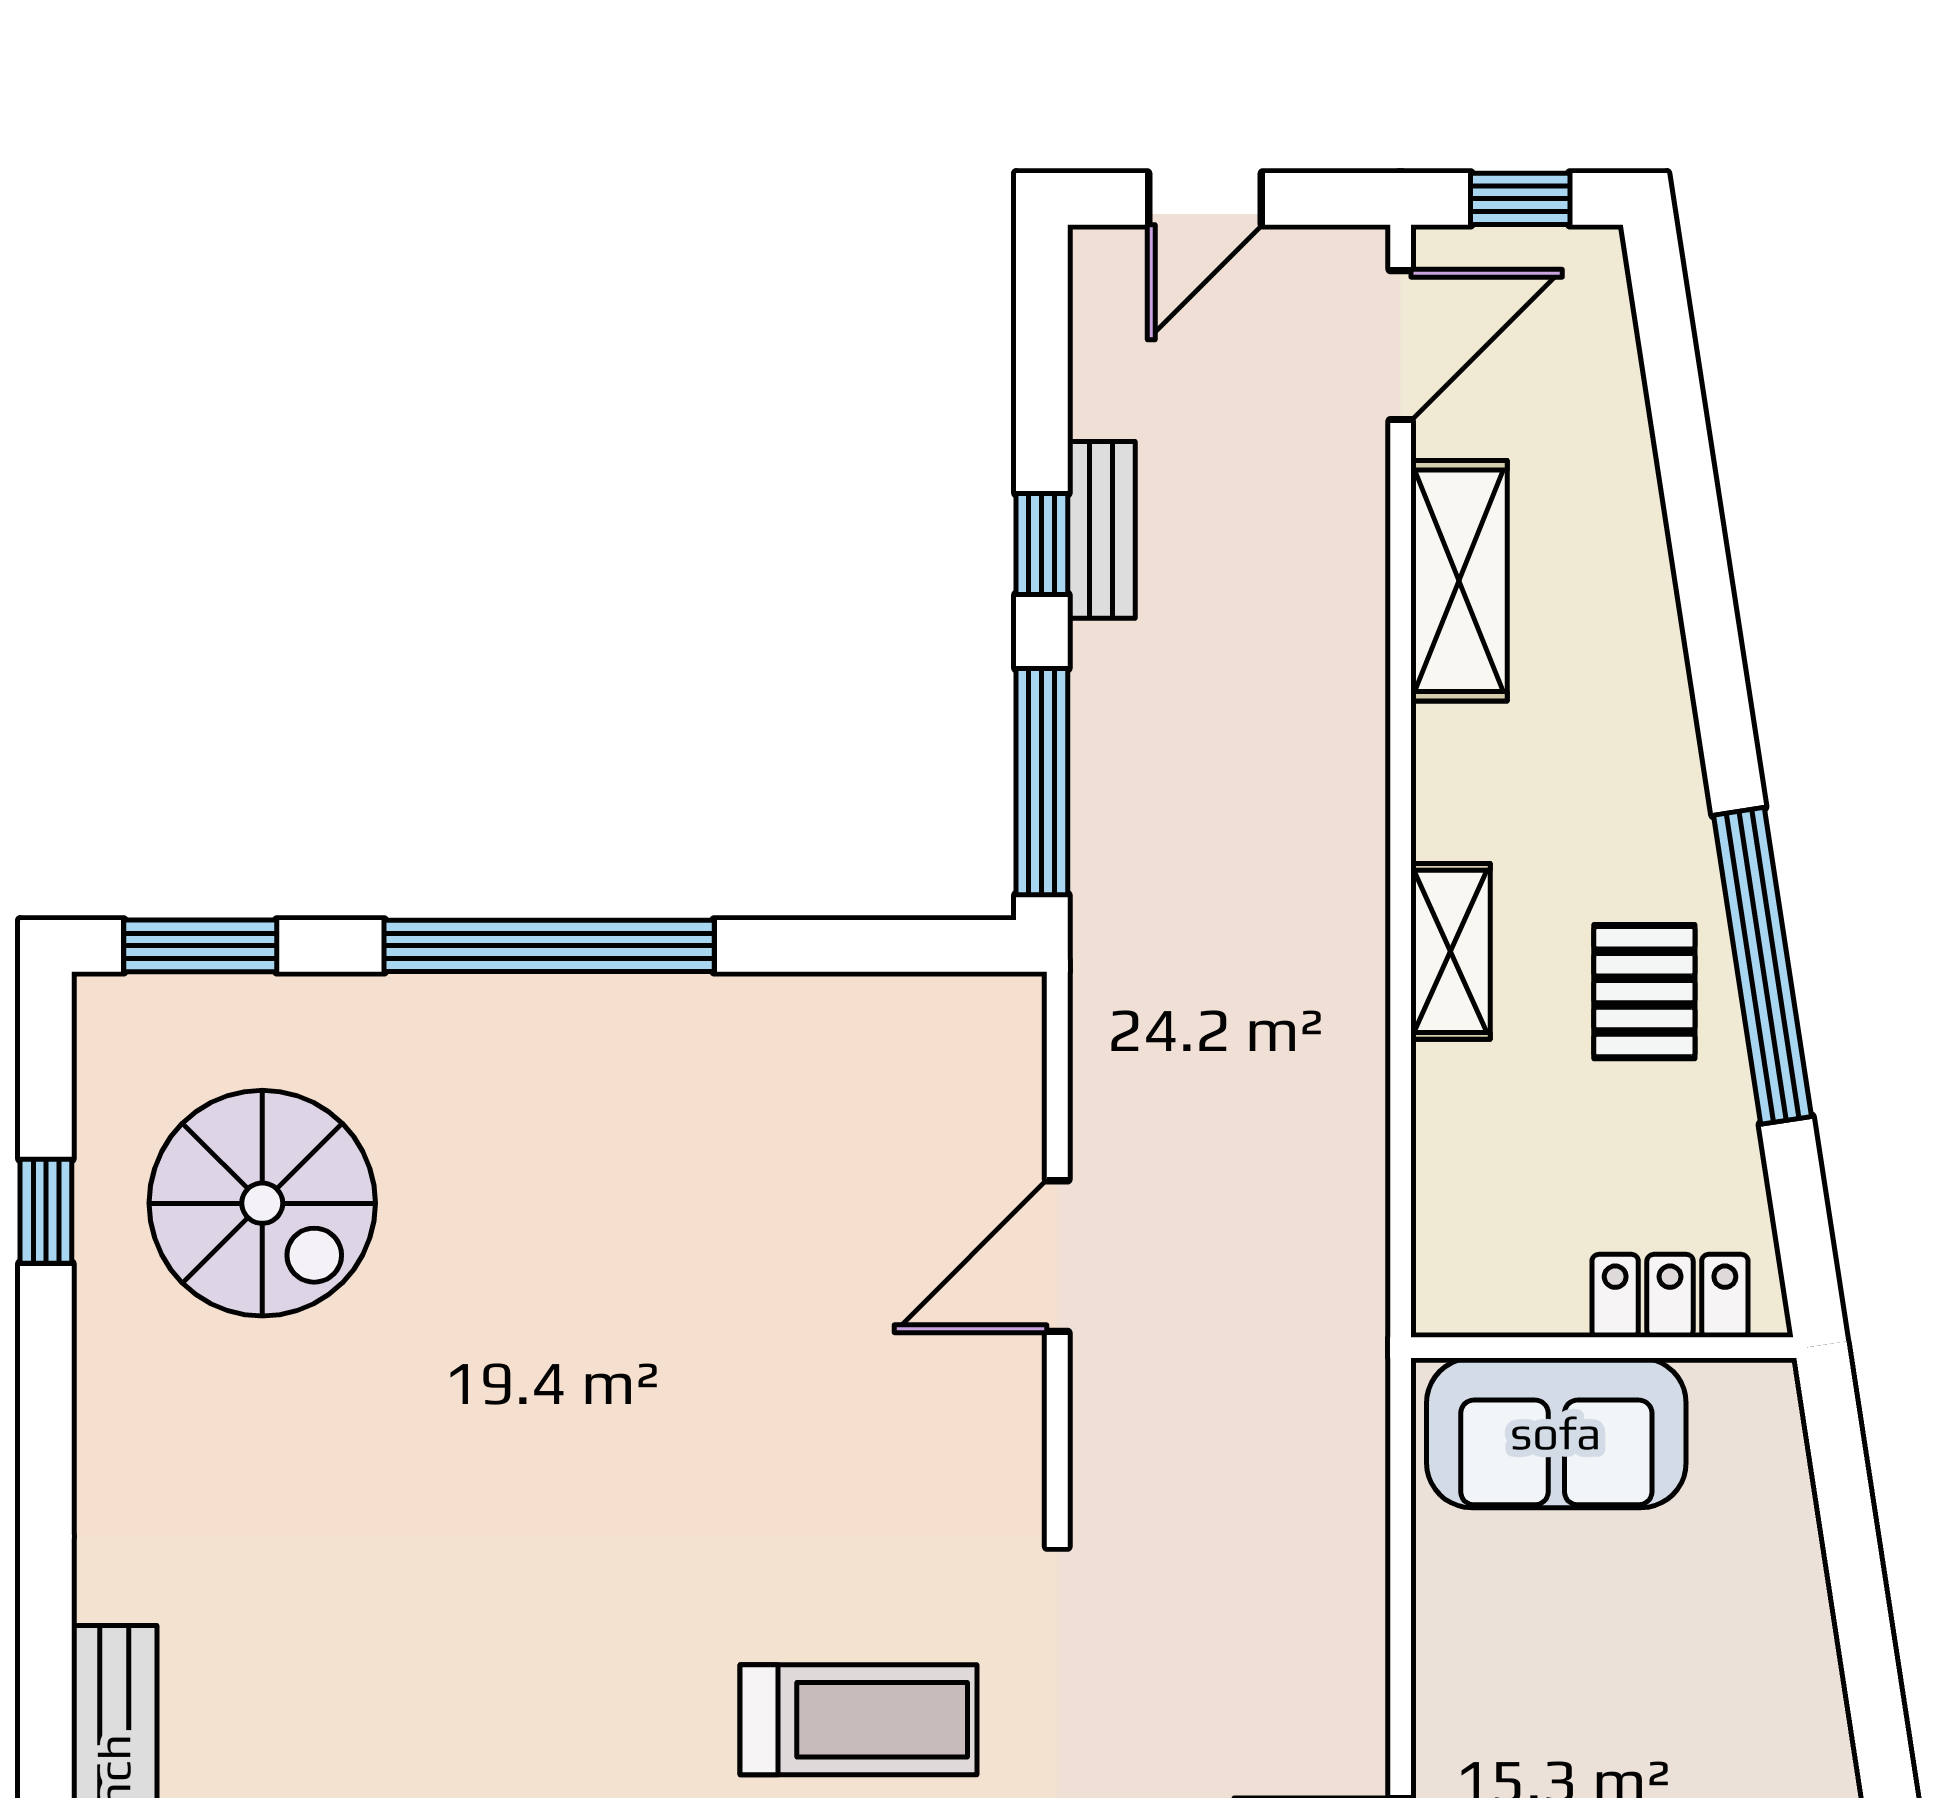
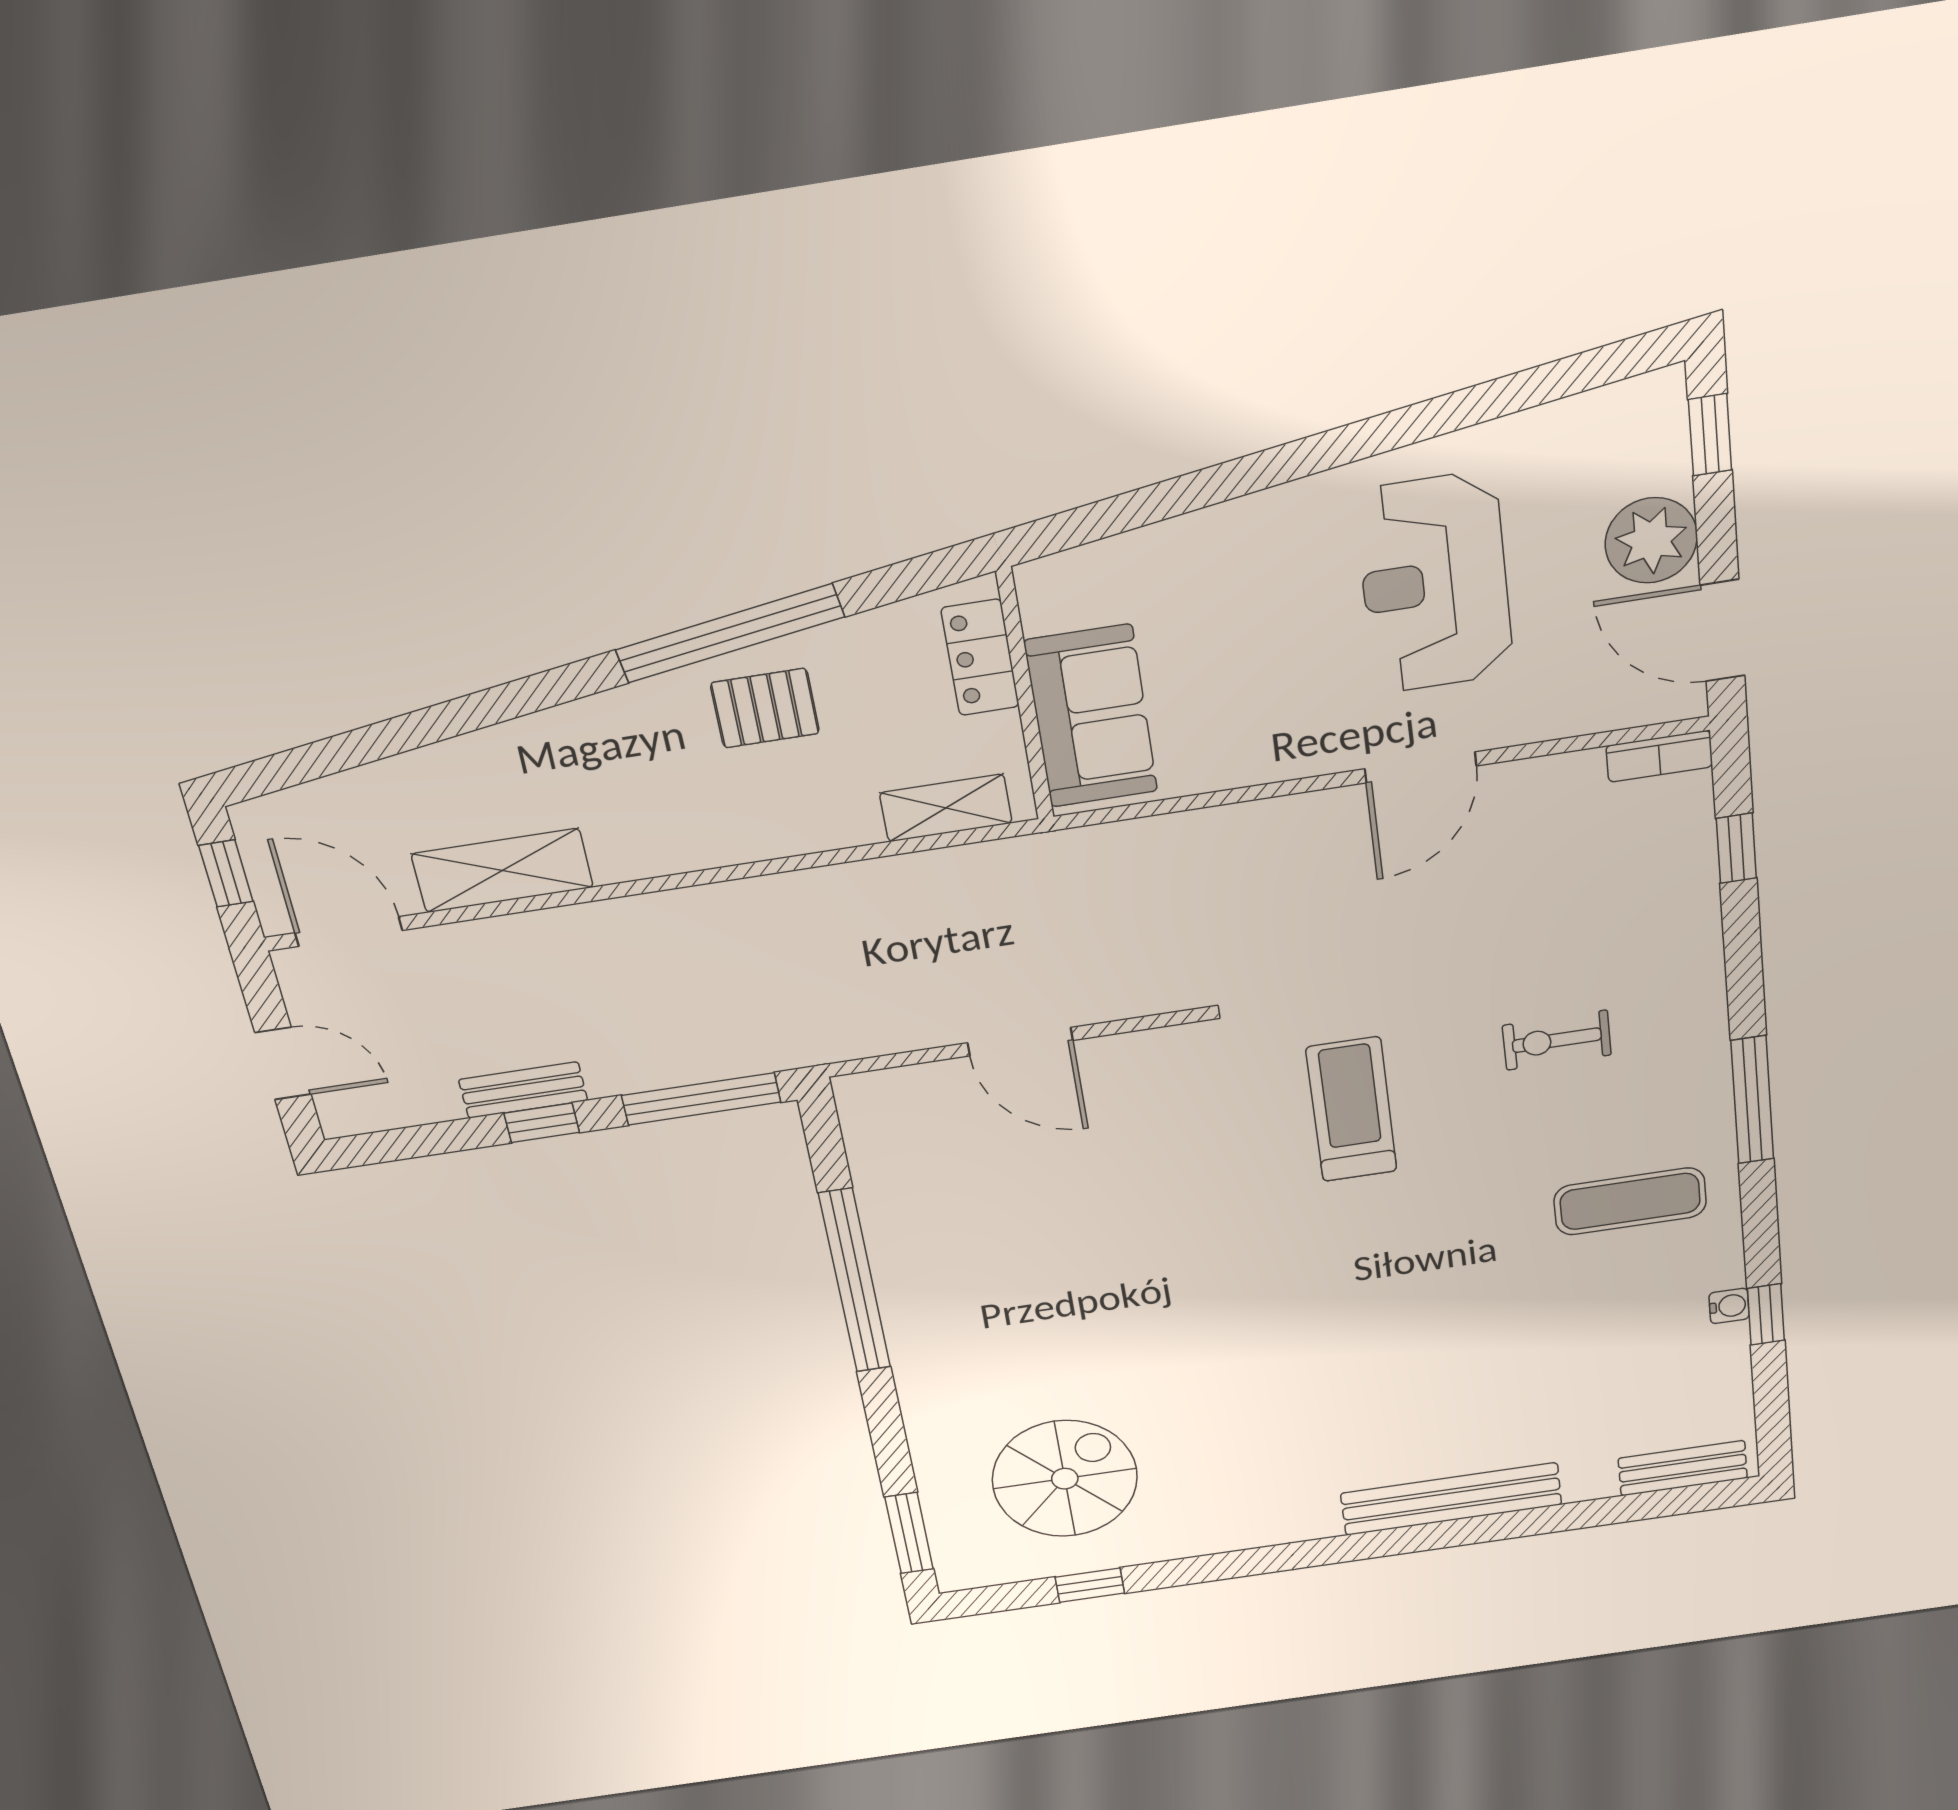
window: (549, 946) -> (855, 1281), moved
shelving: (1451, 951) -> (946, 808), moved

